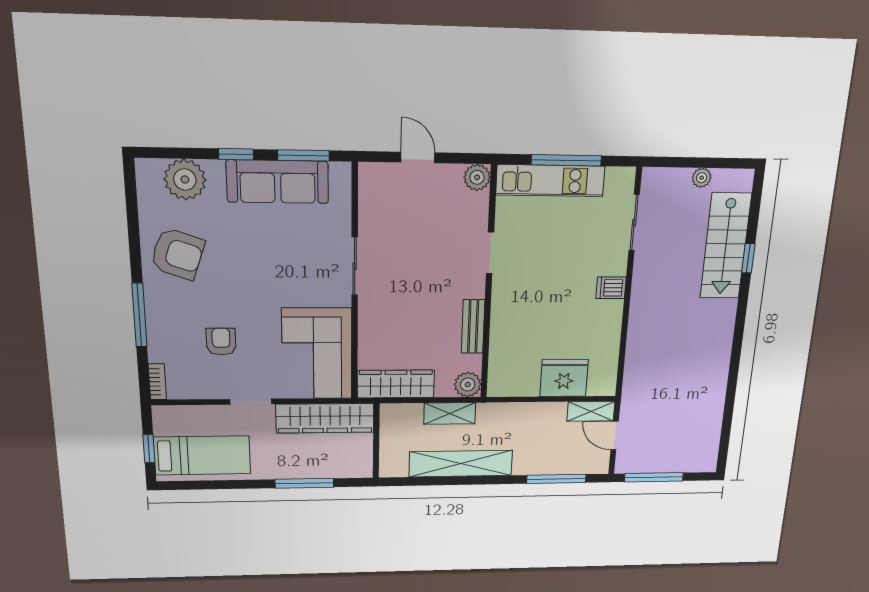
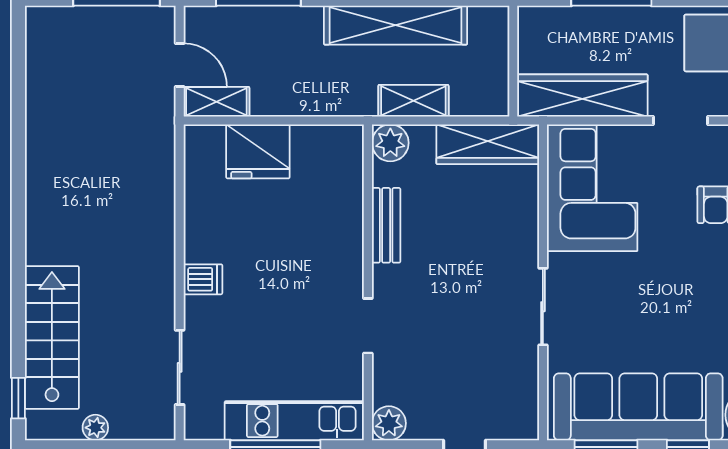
sofa: (278, 182) -> (638, 407), width x1.36, depth x1.27
window: (748, 258) -> (18, 398), moved

